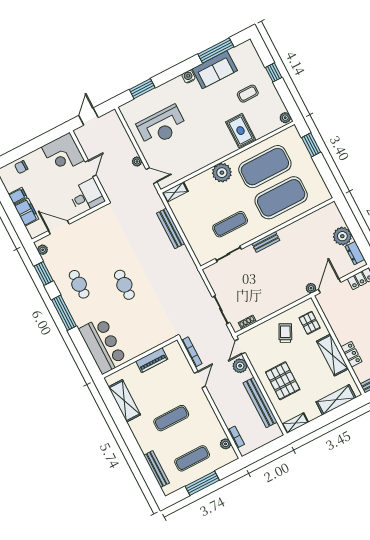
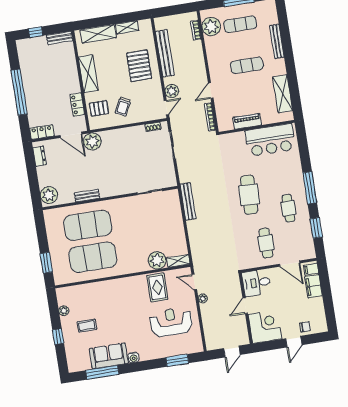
plant: (285, 118) -> (64, 311), moved
rug: (240, 131) -> (157, 287), moved
door: (28, 148) -> (294, 342), added
plant: (222, 173) -> (157, 260), moved
filing cabinet: (18, 196) -> (311, 269), moved
exercise mat: (230, 224) -> (140, 217), removed
bench: (171, 228) -> (188, 201), moved
plant: (342, 236) -> (49, 195), moved
cafe table: (90, 241) -> (266, 243), added
bench: (266, 242) -> (87, 196), moved
plant: (43, 250) -> (310, 249), removed
cafe table: (124, 285) -> (249, 195), width x1.37, depth x1.35
door: (330, 286) -> (71, 135), hinge flipped
plant: (311, 288) -> (92, 141), width x1.87, depth x1.87
pallet: (310, 323) -> (99, 108), turned 90
bar counter: (103, 345) -> (270, 140), moved, turned -90
locker: (351, 354) -> (77, 105), moved
shelving: (295, 423) -> (127, 27), moved
plant: (226, 444) -> (211, 27), width x1.88, depth x1.88
bench: (157, 469) -> (277, 41), moved

